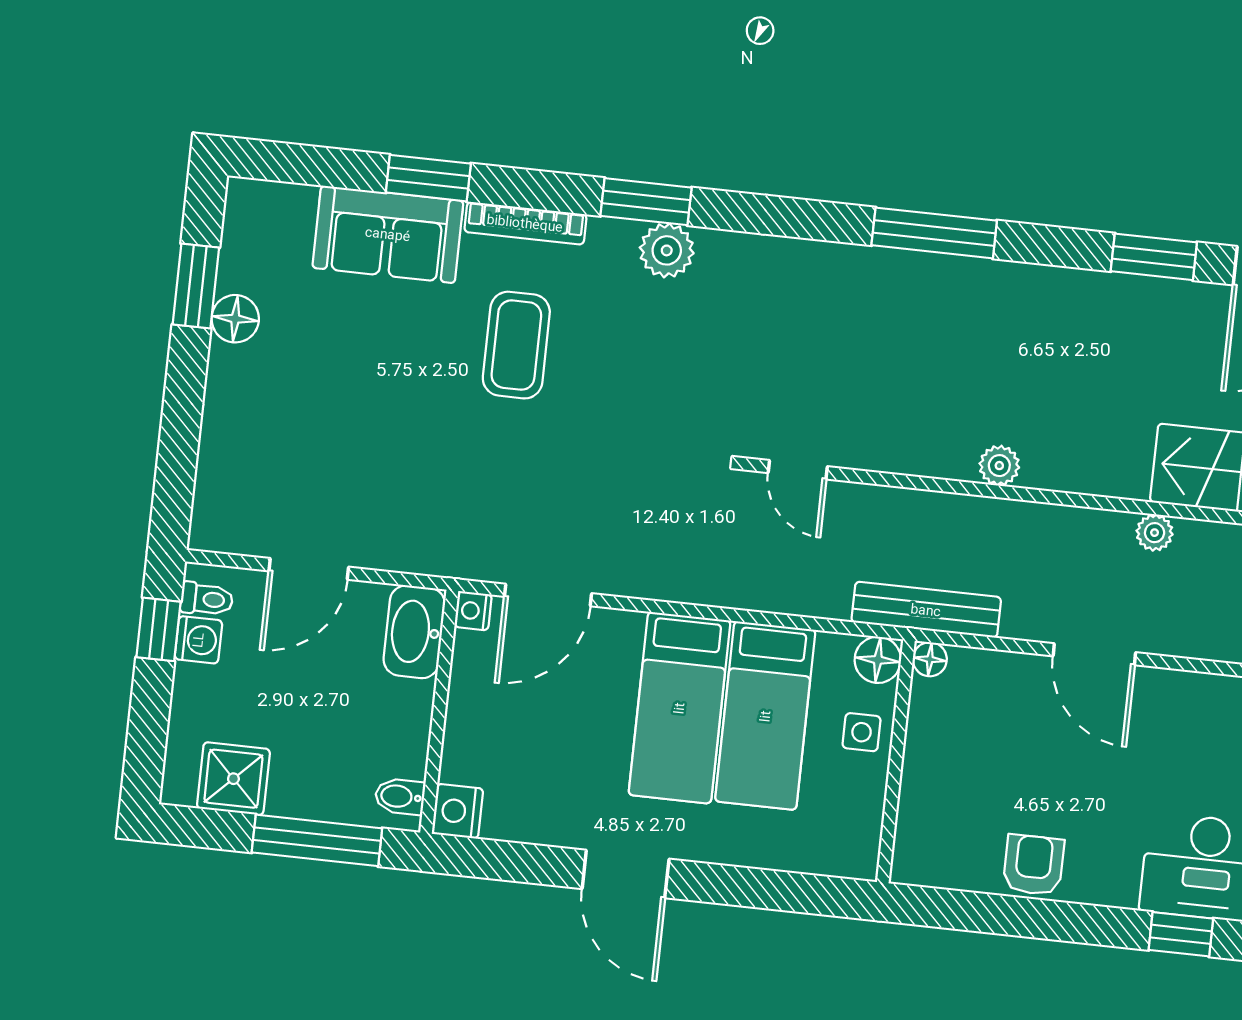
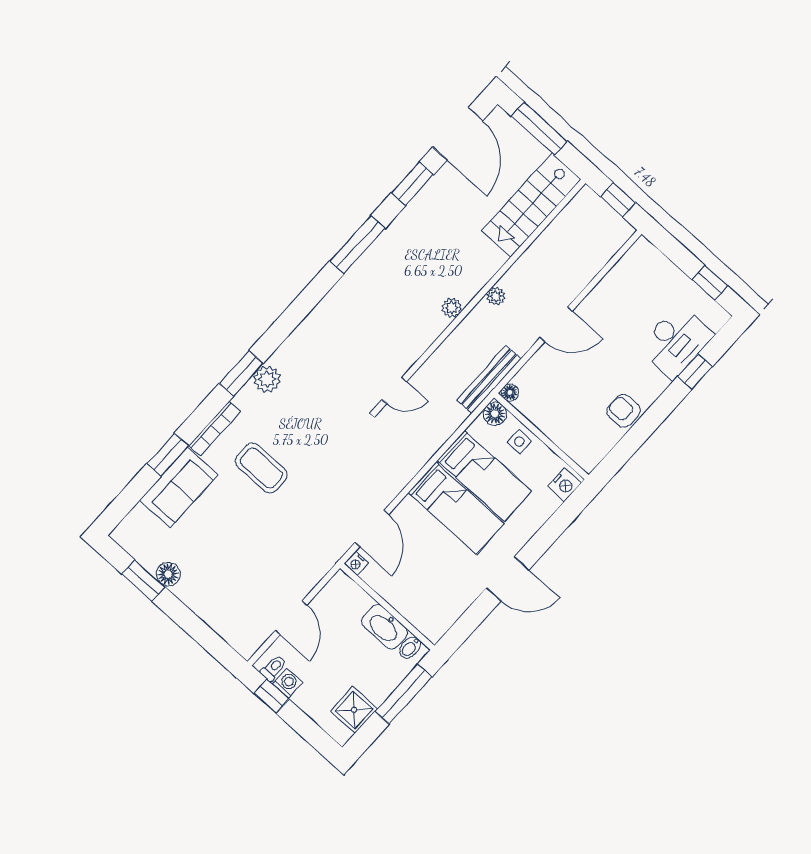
window: (934, 233) -> (357, 245), moved
plant: (1155, 533) -> (496, 296), moved
washbasin: (414, 632) -> (385, 627), moved
nightstand: (458, 811) -> (564, 485), moved, turned -90

